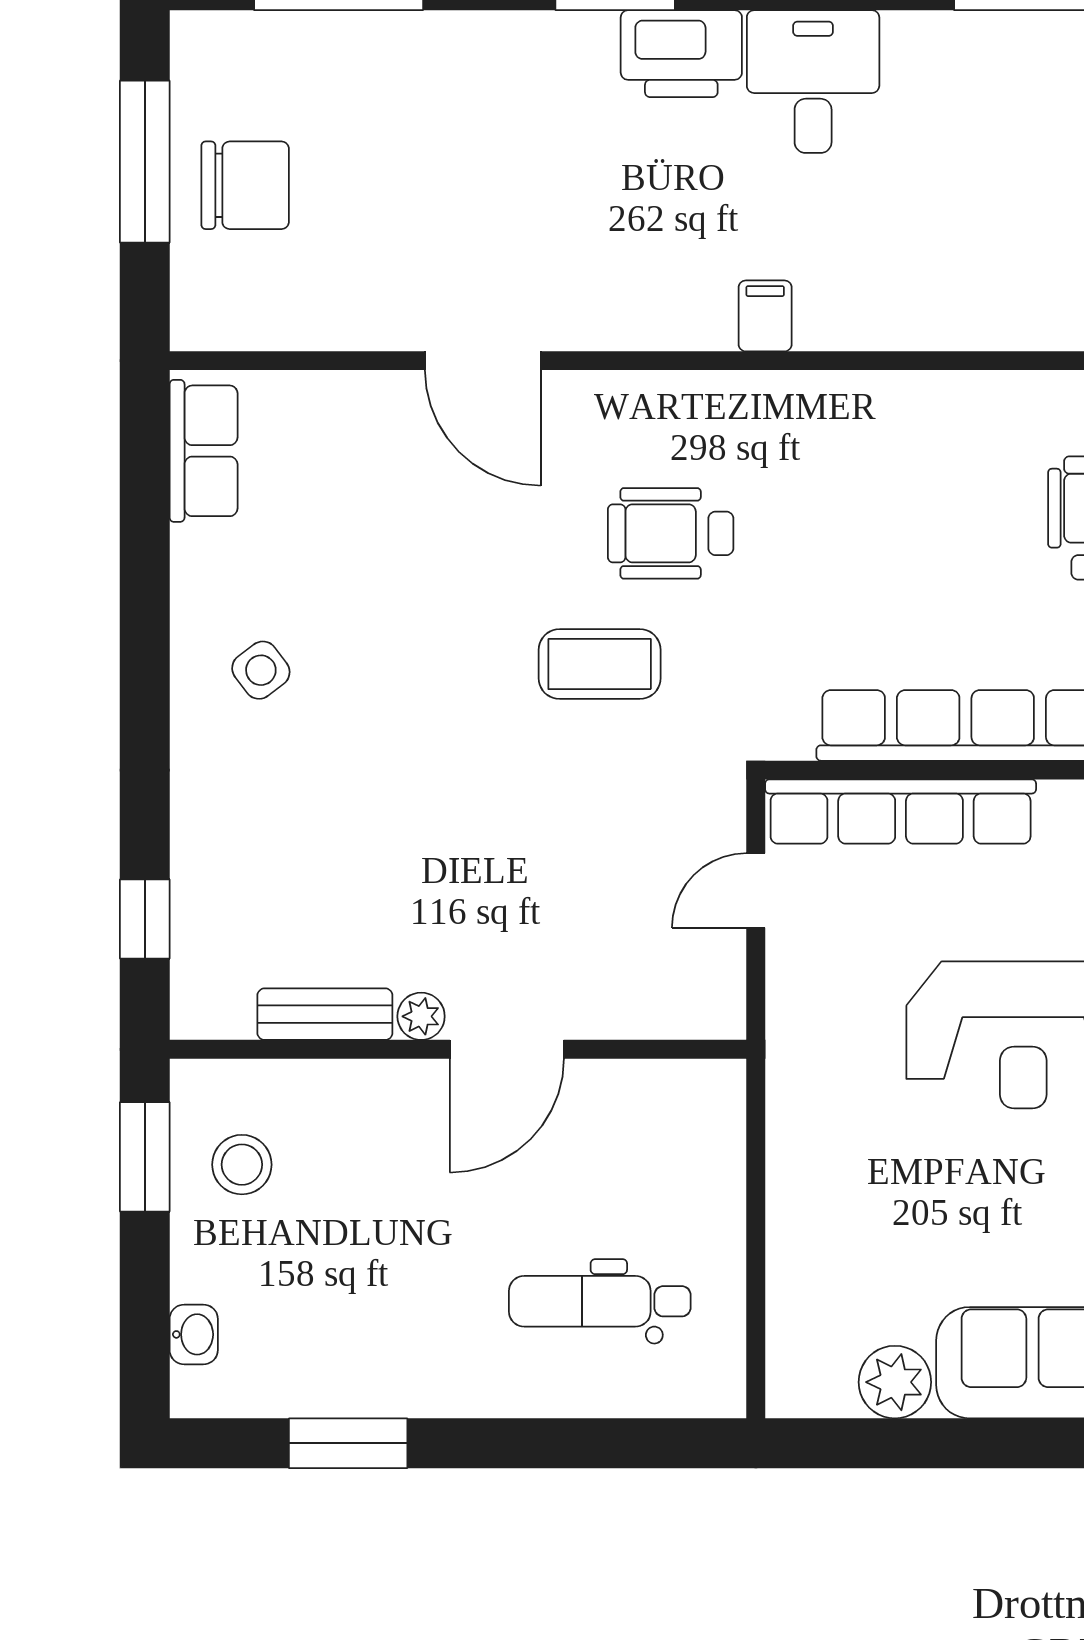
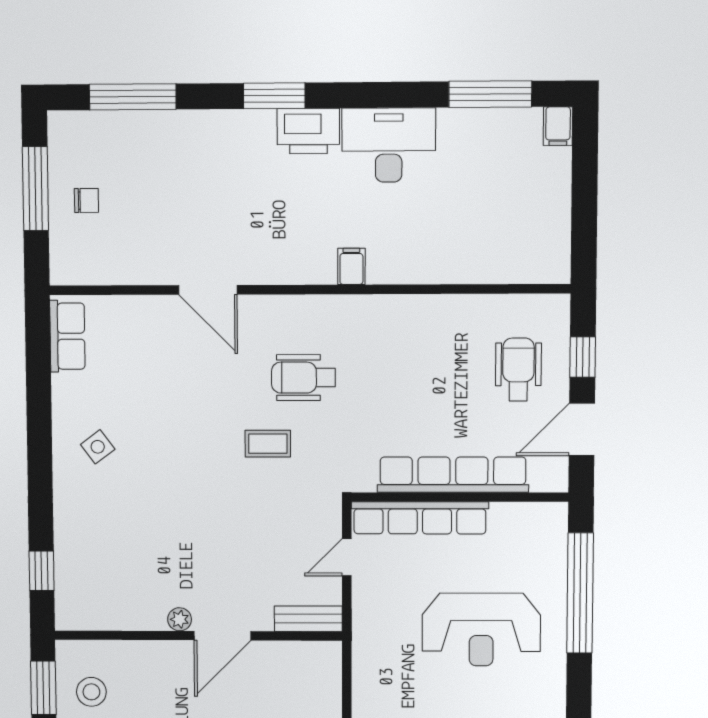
desk: (813, 82) -> (389, 145), width x1.37
chair: (245, 185) -> (86, 200), width x0.54, depth x0.54
coffee table: (600, 664) -> (268, 444), width x0.73, depth x0.77
bench: (325, 1014) -> (308, 619), moved

